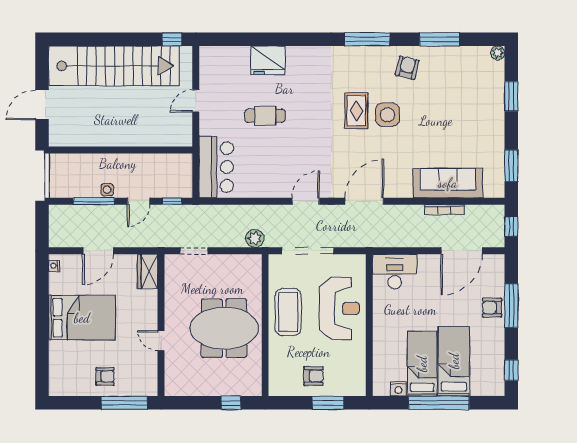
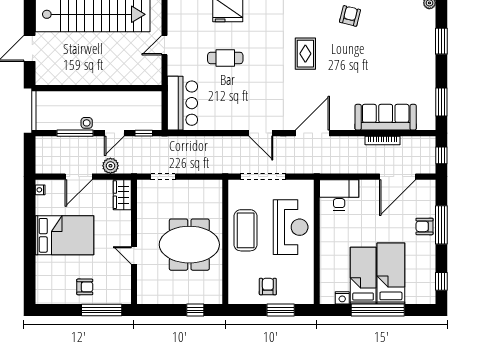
side table: (388, 115) -> (333, 57), removed
door: (306, 201) -> (261, 133), swing flipped
plant: (255, 238) -> (110, 166), moved
armchair: (314, 376) -> (268, 287), turned -90

